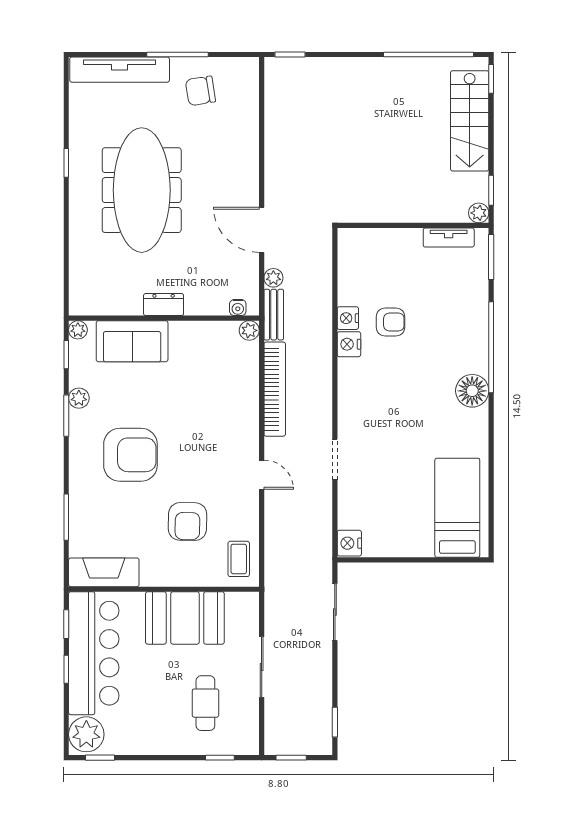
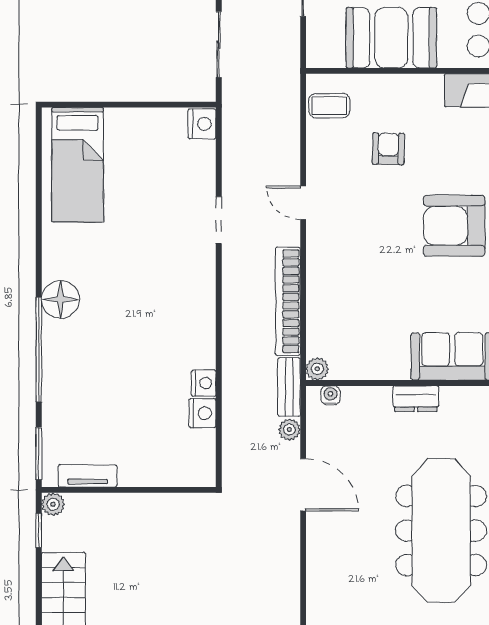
armchair: (390, 322) -> (155, 379), removed
nightstand: (349, 344) -> (202, 413), moved
armchair: (188, 522) -> (388, 149), width x0.72, depth x0.72
coffee table: (239, 559) -> (329, 106), turned 90

